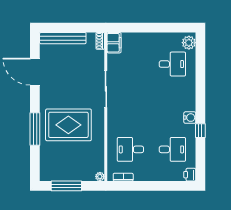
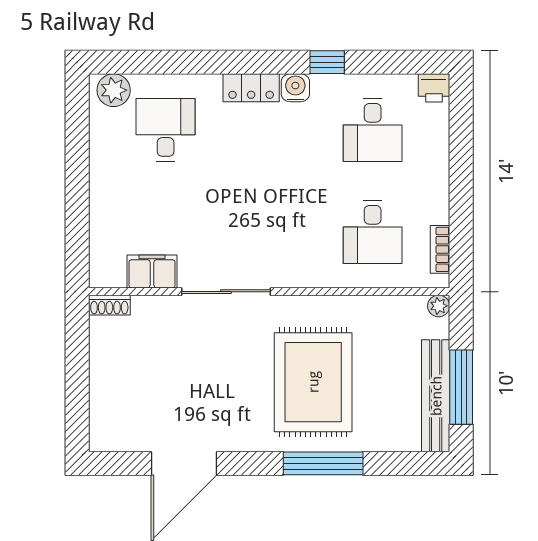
bench: (63, 38) -> (436, 396), moved
filing cabinet: (114, 43) -> (152, 271), moved
locker: (190, 99) -> (251, 88), added
desk: (172, 149) -> (373, 130), turned 180

